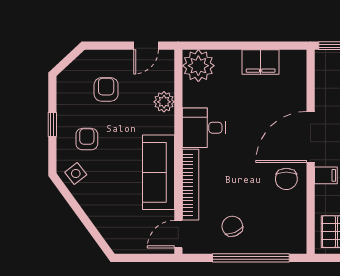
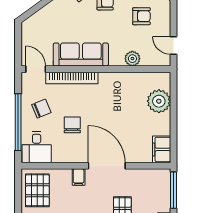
filing cabinet: (261, 62) -> (162, 149), moved
plant: (198, 66) -> (159, 101), moved
desk: (204, 128) -> (37, 147), moved, turned 180
chair: (286, 179) -> (72, 125), moved, turned 90

